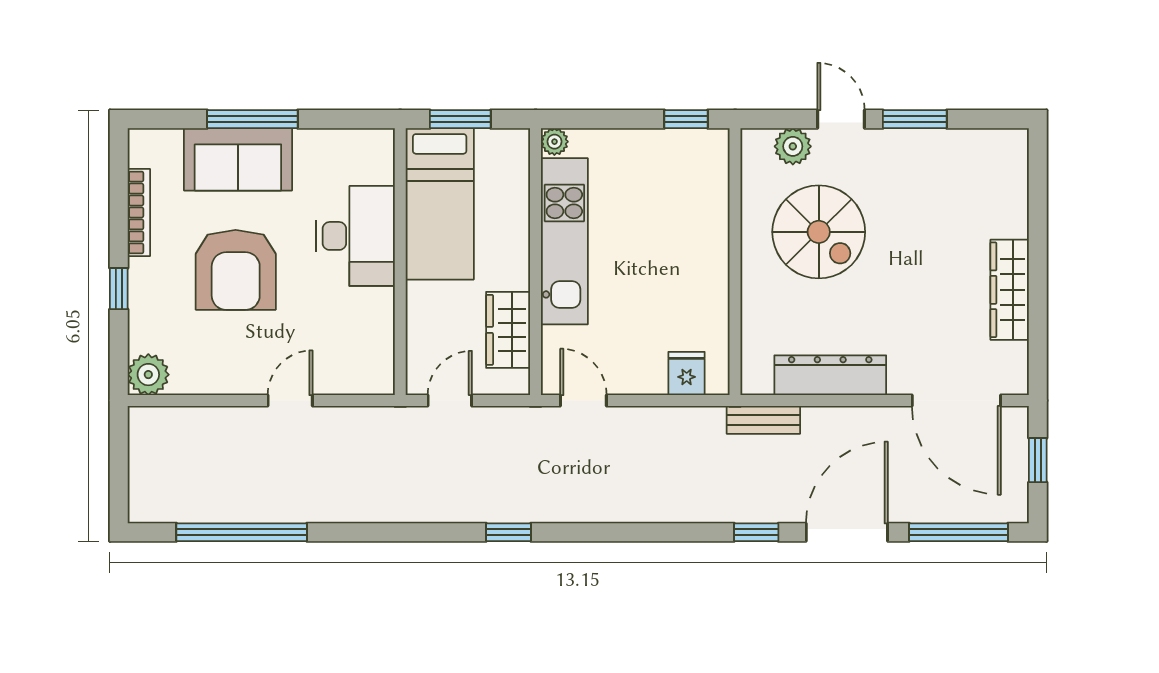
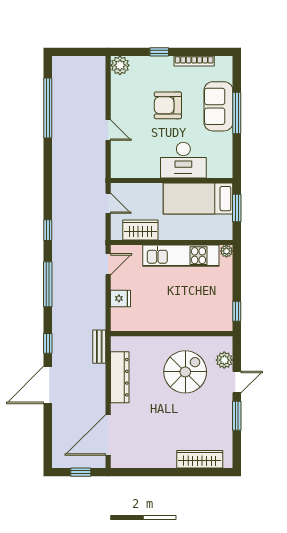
spiral stairs: (819, 232) -> (185, 372), turned 180
armchair: (236, 270) -> (168, 105), width x0.73, depth x0.73
wardrobe: (1010, 290) -> (200, 459), moved
fridge: (687, 373) -> (120, 298), moved
door: (847, 532) -> (48, 385), swing flipped
window: (959, 532) -> (48, 284), moved

